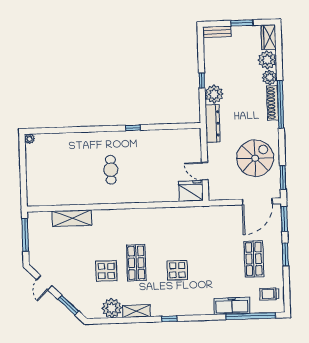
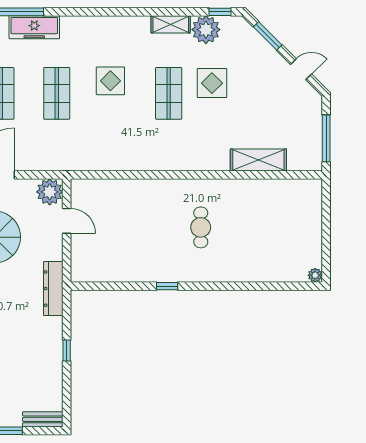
plant: (214, 94) -> (50, 192), moved
fridge: (191, 191) -> (88, 193), removed
shop shelf: (215, 260) -> (57, 93), added
door: (44, 283) -> (301, 69), hinge flipped
window: (169, 319) -> (220, 12), moved

